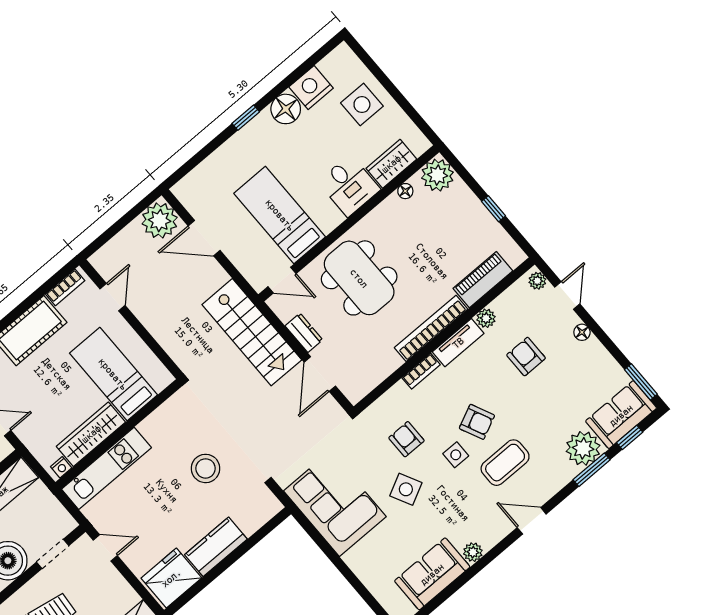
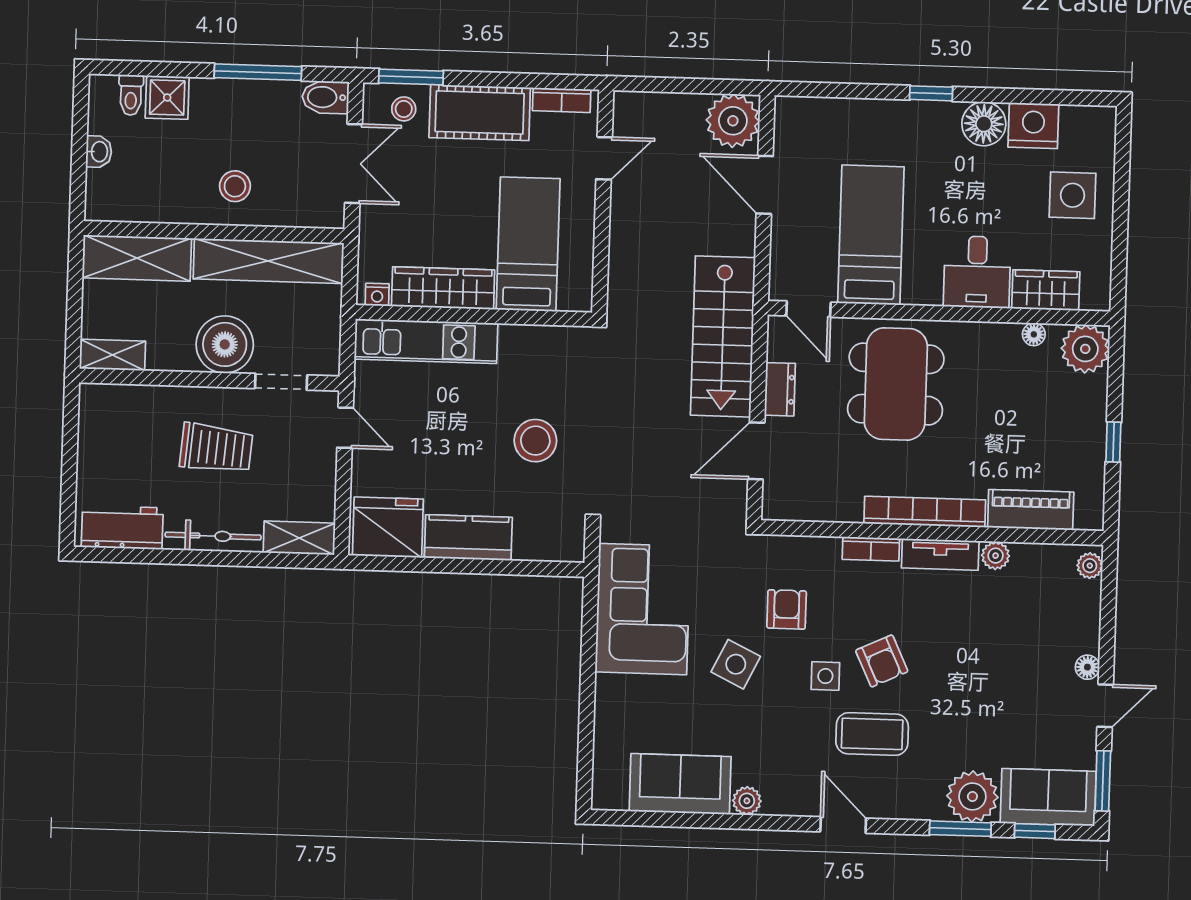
door: (567, 295) -> (1105, 706), moved
armchair: (526, 357) -> (1001, 638), removed
side table: (406, 489) -> (736, 664), turned -37

